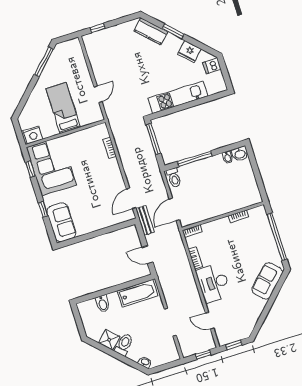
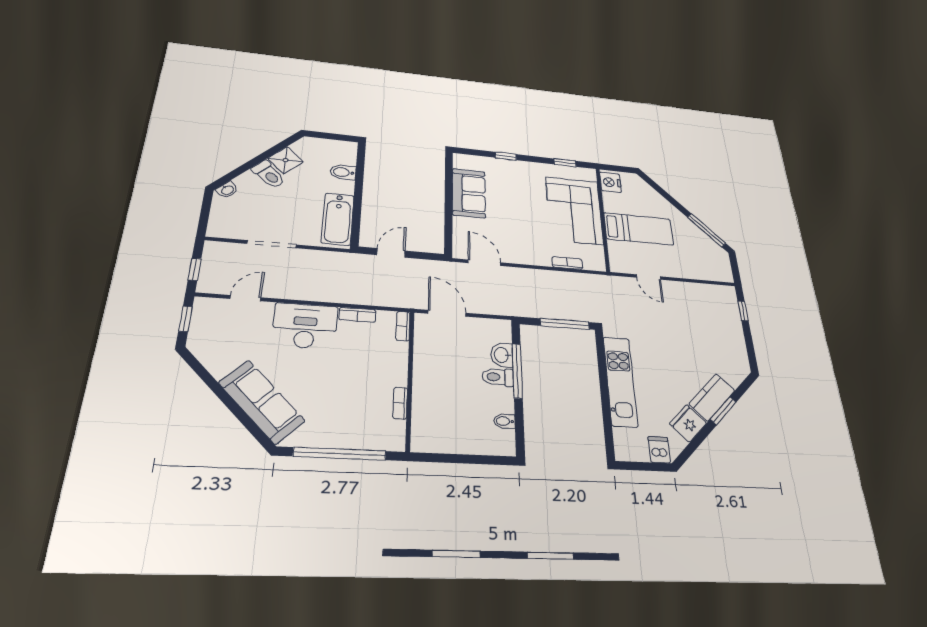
kitchen counter: (151, 31) -> (712, 397), moved
washbasin: (240, 154) -> (502, 355), moved
corner sofa: (51, 166) -> (574, 210), moved, turned 90
toilet: (174, 178) -> (498, 377), moved
bench: (145, 220) -> (445, 268), removed
sofa: (61, 222) -> (469, 193), moved, turned -90
sofa: (267, 281) -> (262, 402), width x1.36

